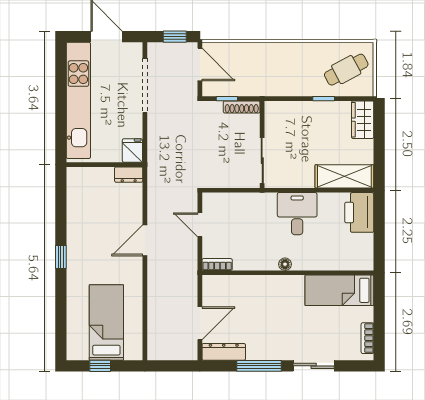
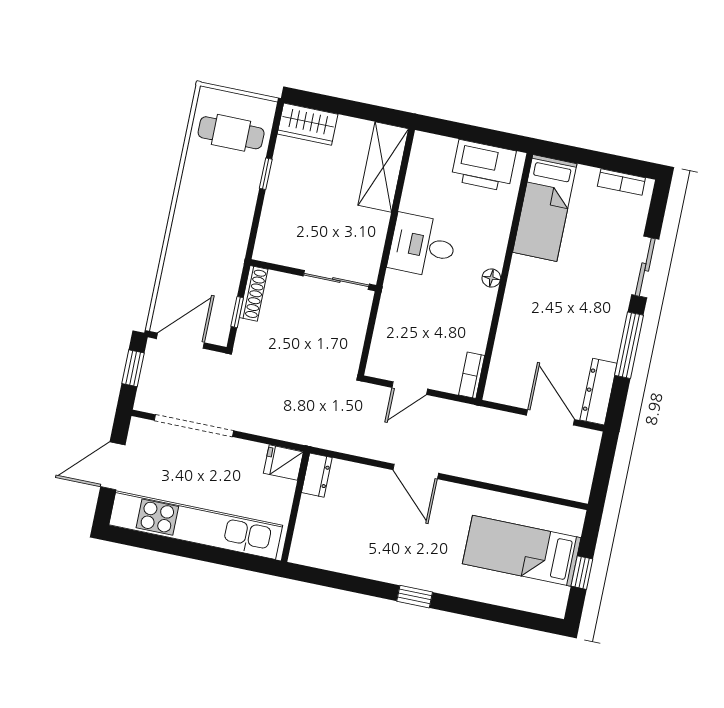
cafe table: (346, 70) -> (231, 133), turned -62
printer: (359, 212) -> (483, 166), moved

